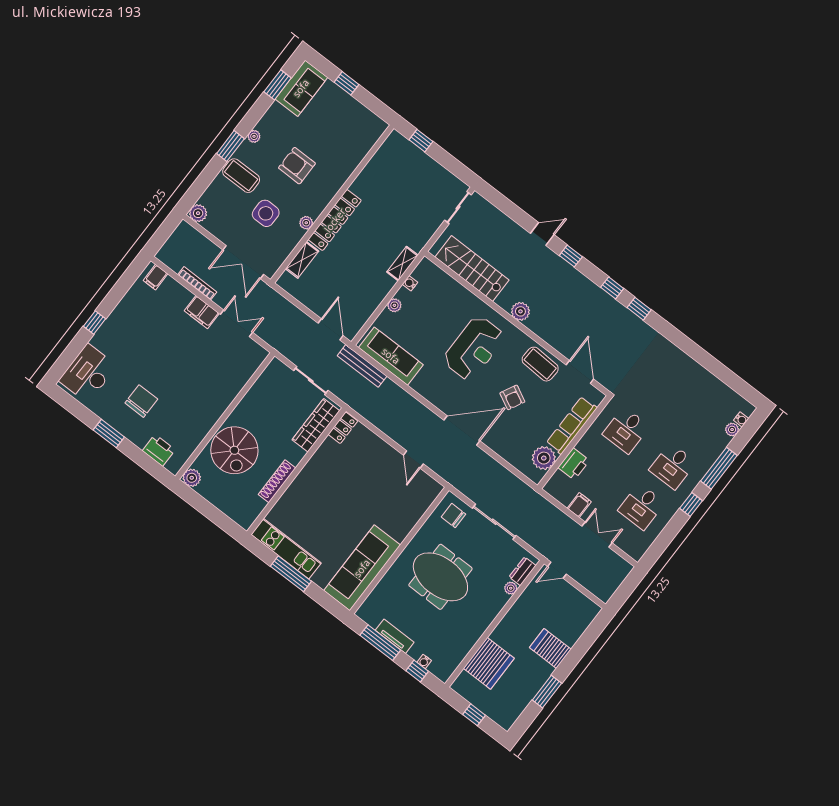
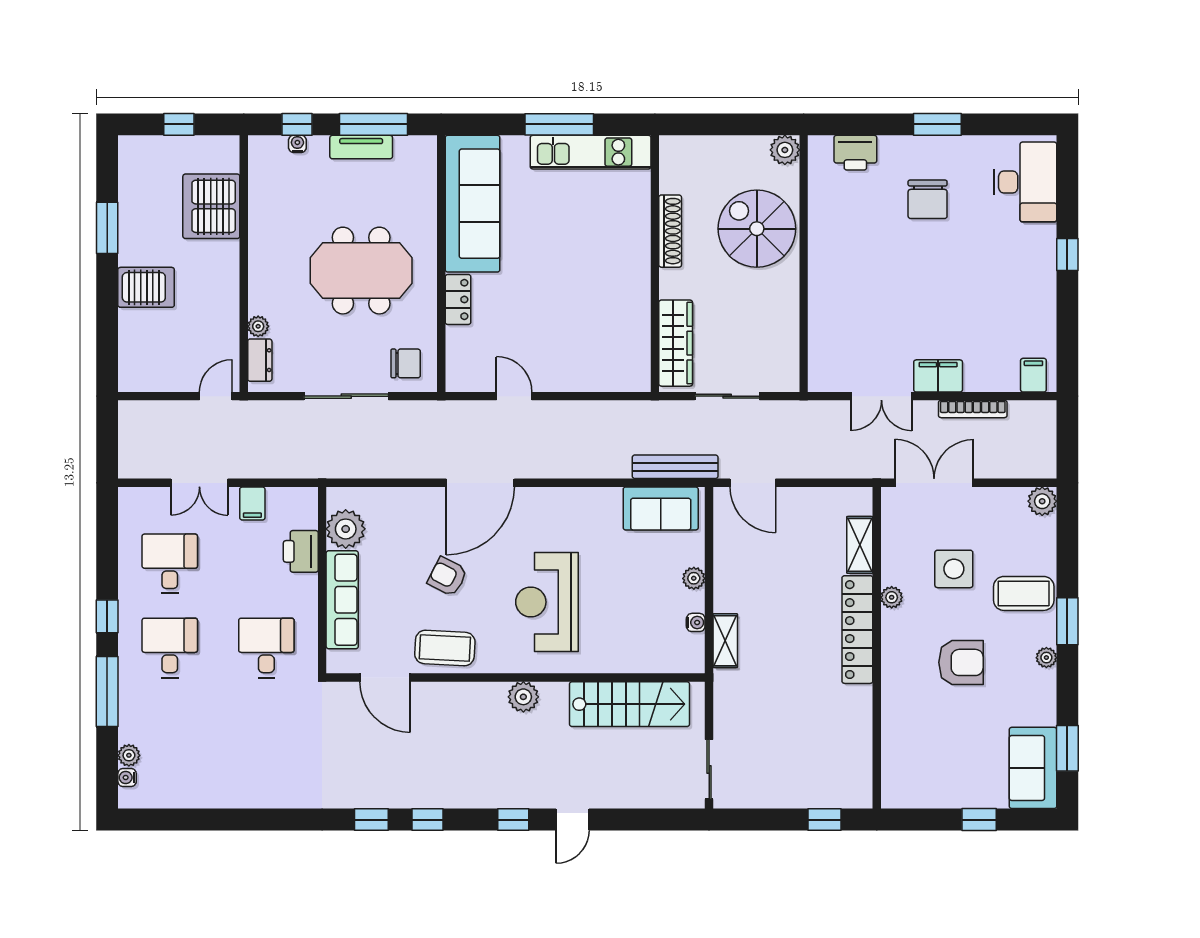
sofa: (391, 356) -> (661, 508), width x0.73
locker: (343, 428) -> (458, 299), moved, turned 180

